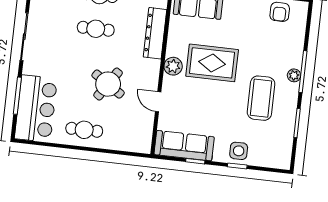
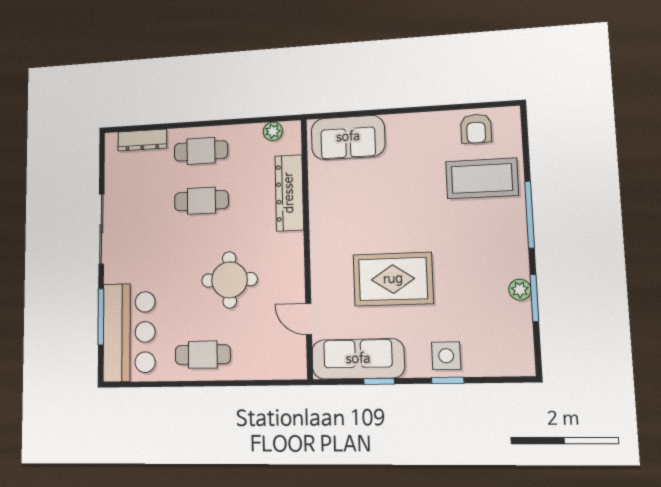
rug: (212, 63) -> (393, 279), moved
plant: (173, 66) -> (323, 238), removed
plant: (294, 75) -> (520, 290), moved
round table: (108, 84) -> (229, 280), turned -33
coffee table: (261, 98) -> (482, 178), moved, turned 90
door: (158, 102) -> (309, 319), moved

